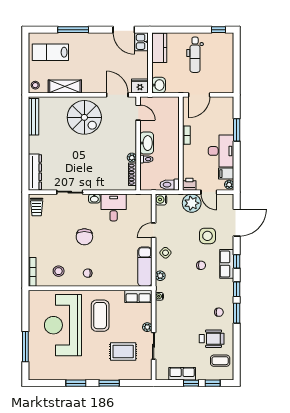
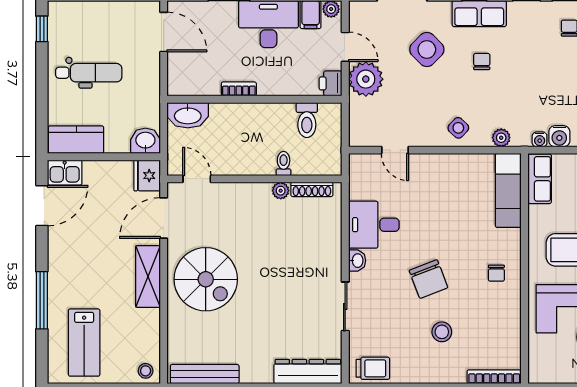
shelving: (65, 86) -> (148, 277), moved
door: (199, 95) -> (164, 32), moved
door: (138, 113) -> (197, 179), hinge flipped
spiral stairs: (84, 117) -> (206, 279), turned 90
washbasin: (147, 143) -> (188, 115), moved, turned 180
toilet: (170, 185) -> (307, 120), moved
door: (209, 192) -> (345, 47), hinge flipped
water cooler: (161, 200) -> (559, 136), moved
door: (154, 230) -> (395, 150), moved
side table: (207, 236) -> (427, 49), turned 45
chair: (84, 237) -> (428, 279), turned 69
exam couch: (145, 267) -> (508, 190), moved, turned 90
stool: (59, 271) -> (442, 332), moved

